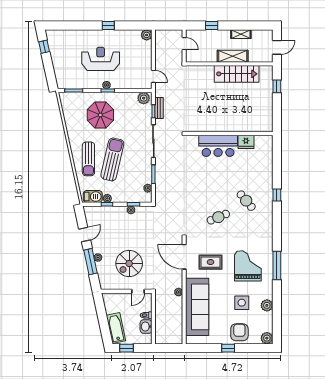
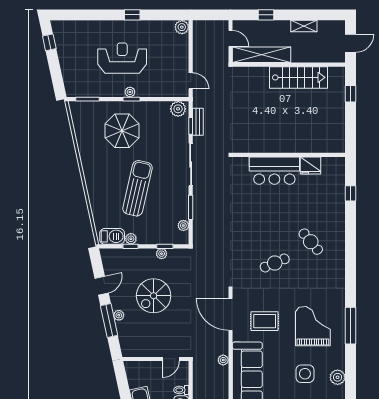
shelving: (233, 56) -> (262, 55), moved, width x1.47
sun lounger: (88, 159) -> (107, 188), removed
window: (277, 195) -> (351, 193), moved
spiral stairs: (129, 263) -> (154, 296), moved

